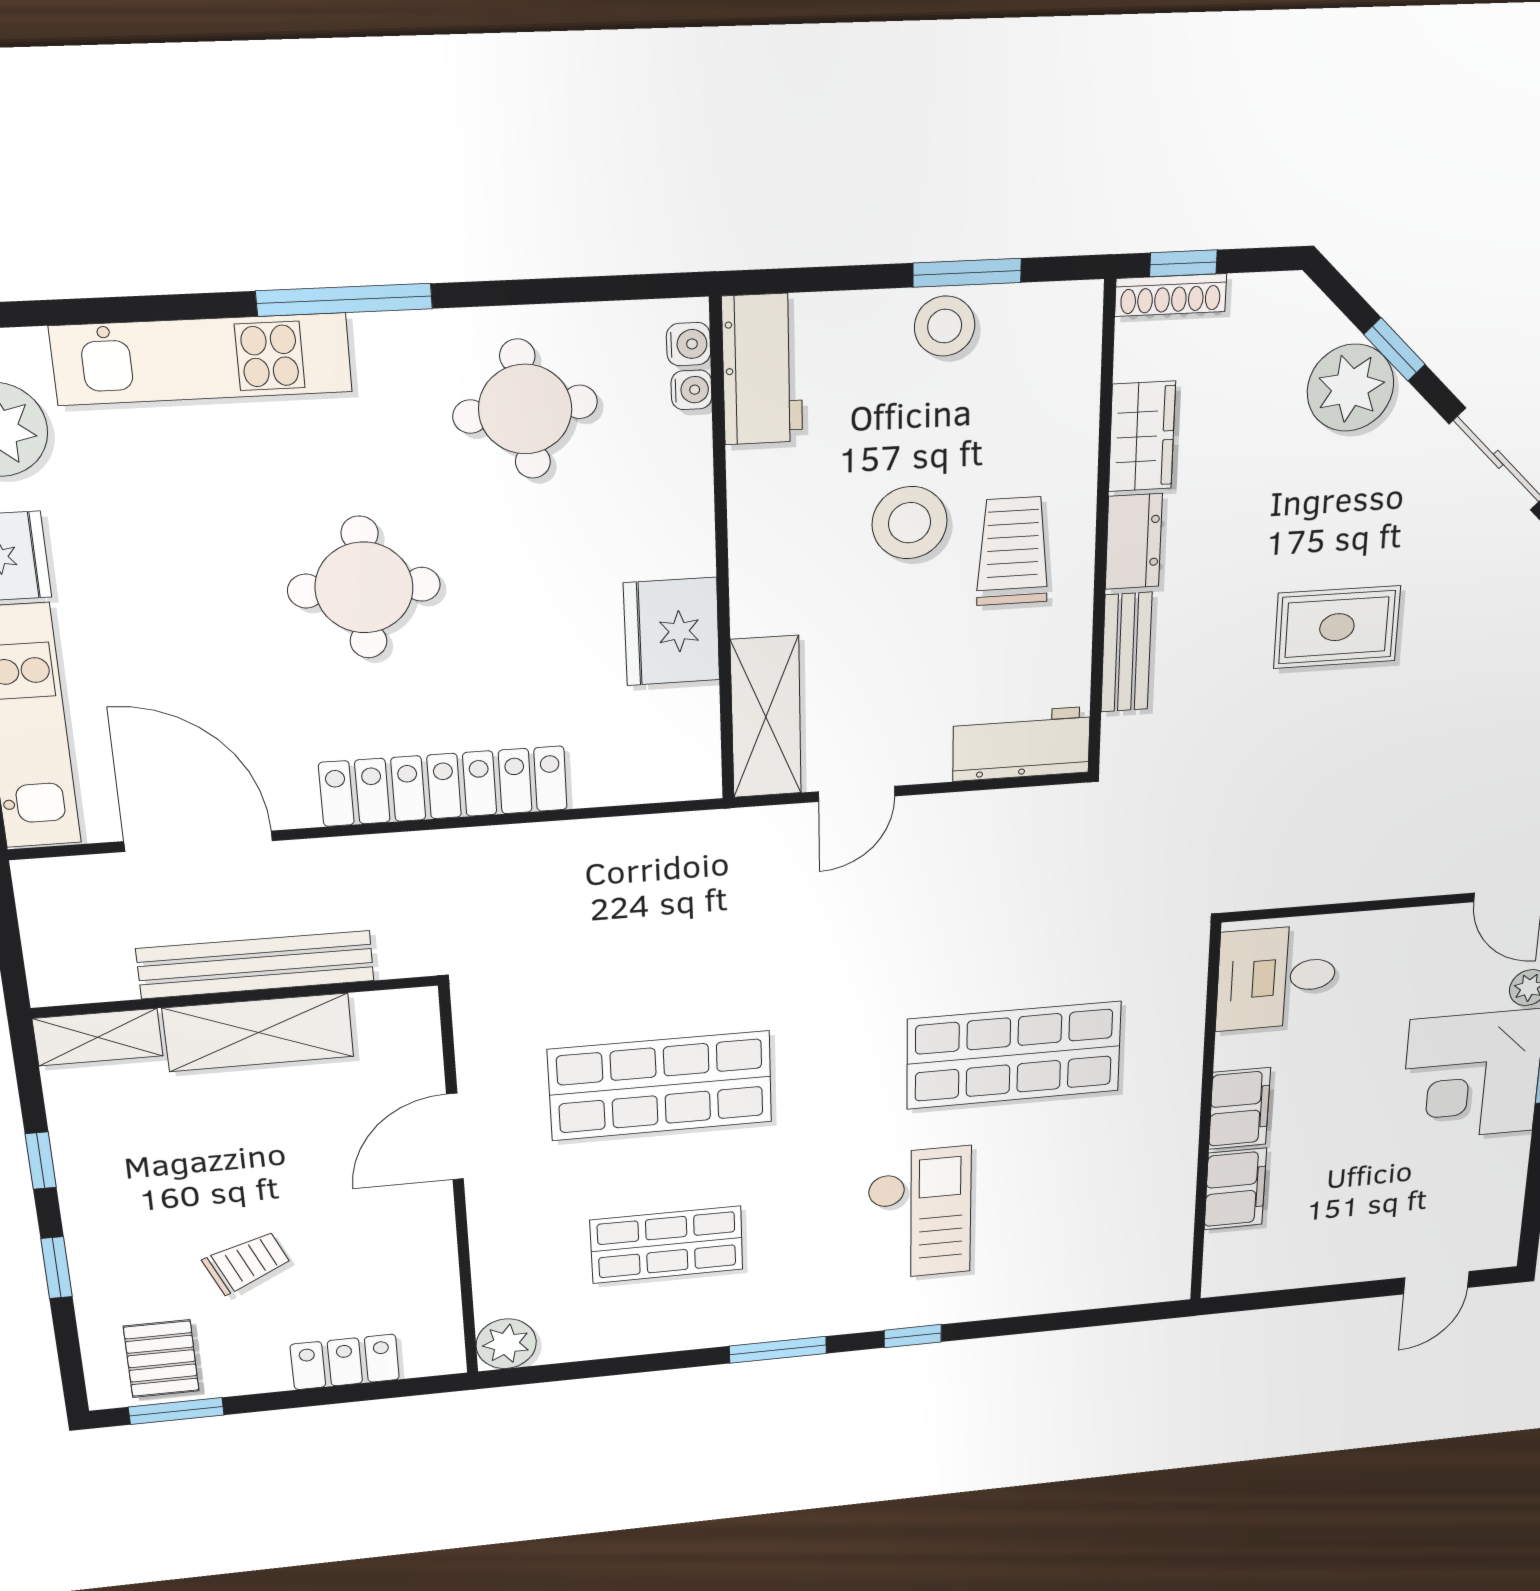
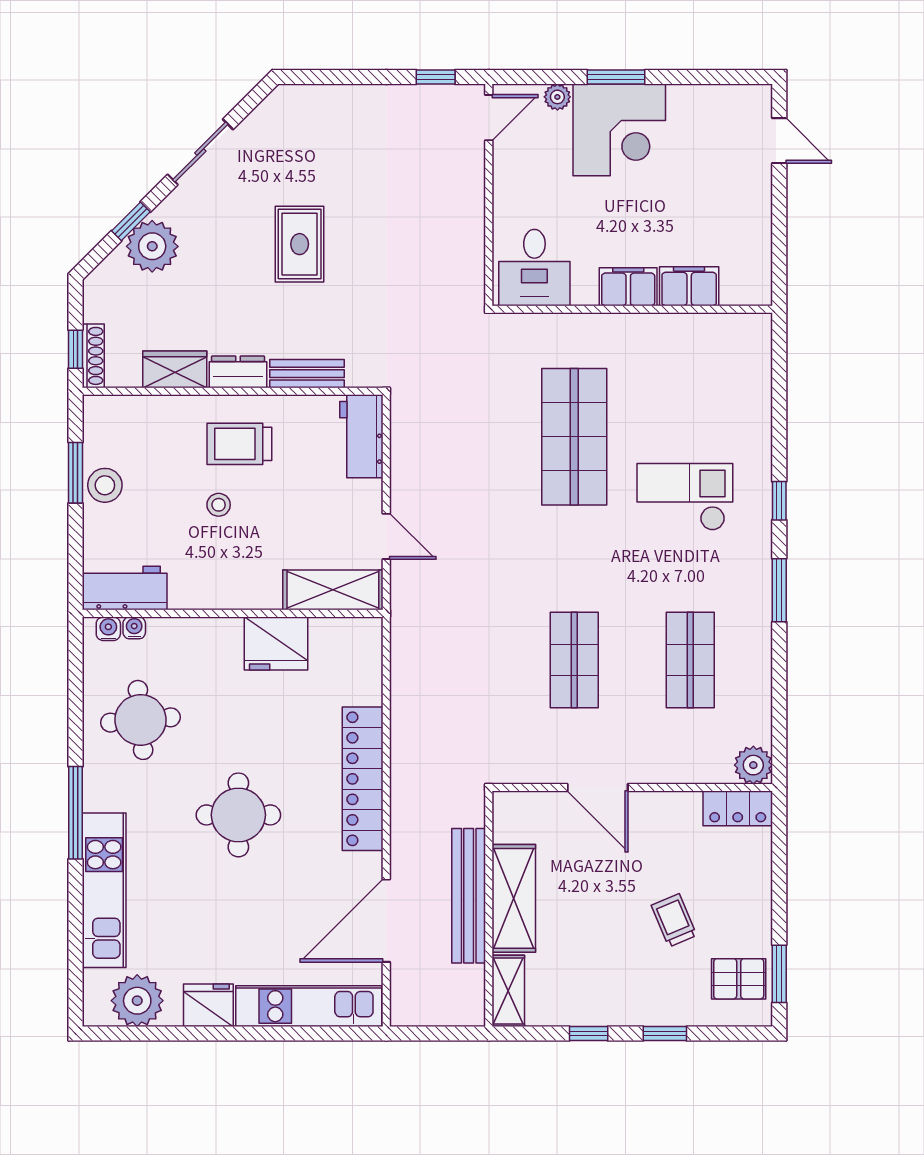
stool: (910, 523) -> (219, 505), width x0.53, depth x0.53
shop shelf: (661, 1086) -> (574, 660), width x0.70, depth x0.74
locker: (345, 1362) -> (738, 808), moved, turned -90

